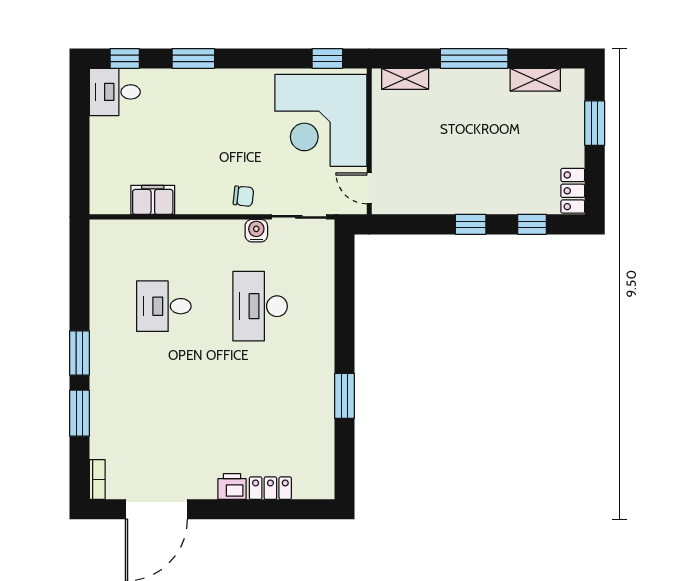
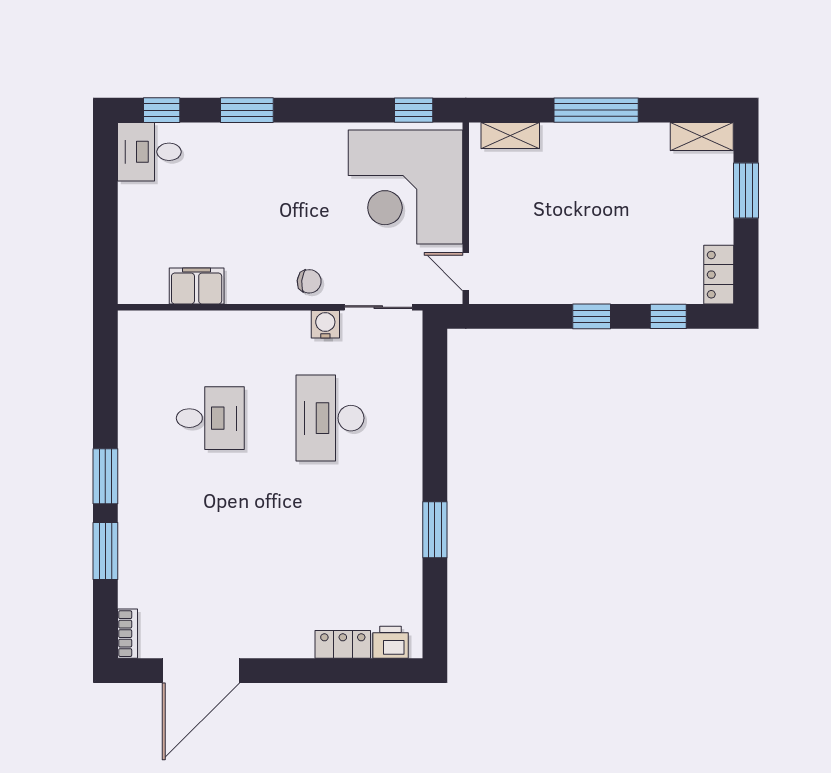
shelving: (535, 80) -> (702, 137), moved
desk: (164, 306) -> (210, 418), turned 180
printer: (232, 486) -> (391, 642), moved

